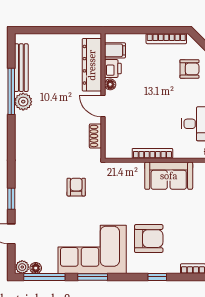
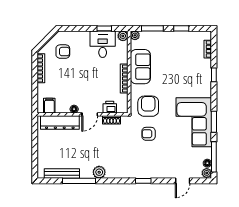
printer: (113, 69) -> (110, 107), moved
armchair: (189, 69) -> (63, 52), turned 90
plant: (23, 102) -> (99, 172), moved
window: (11, 199) -> (143, 181), moved
armchair: (149, 239) -> (148, 106), moved

